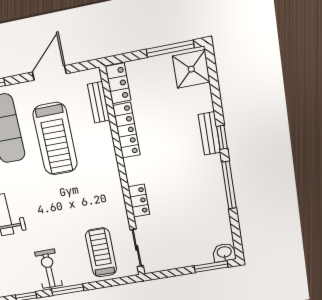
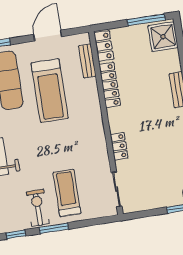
treadmill: (101, 252) -> (67, 193), moved

